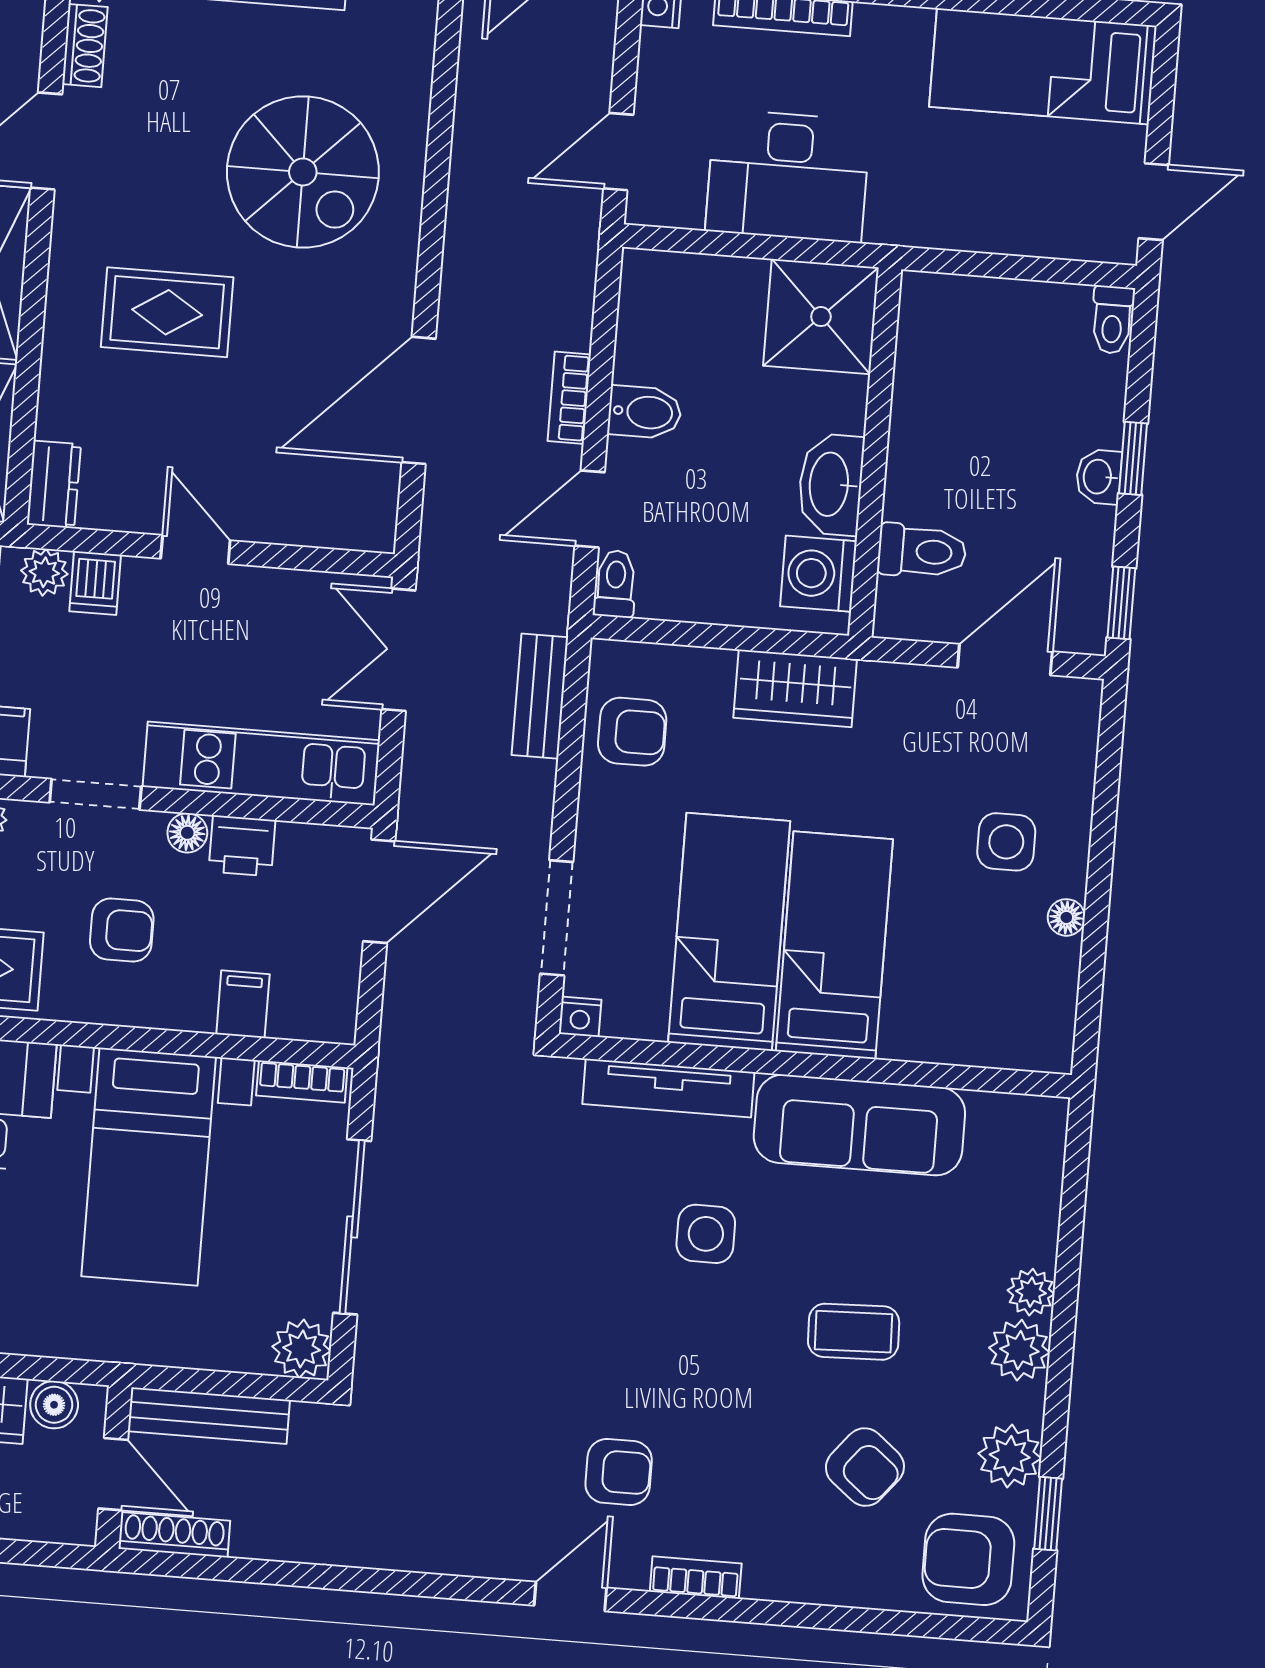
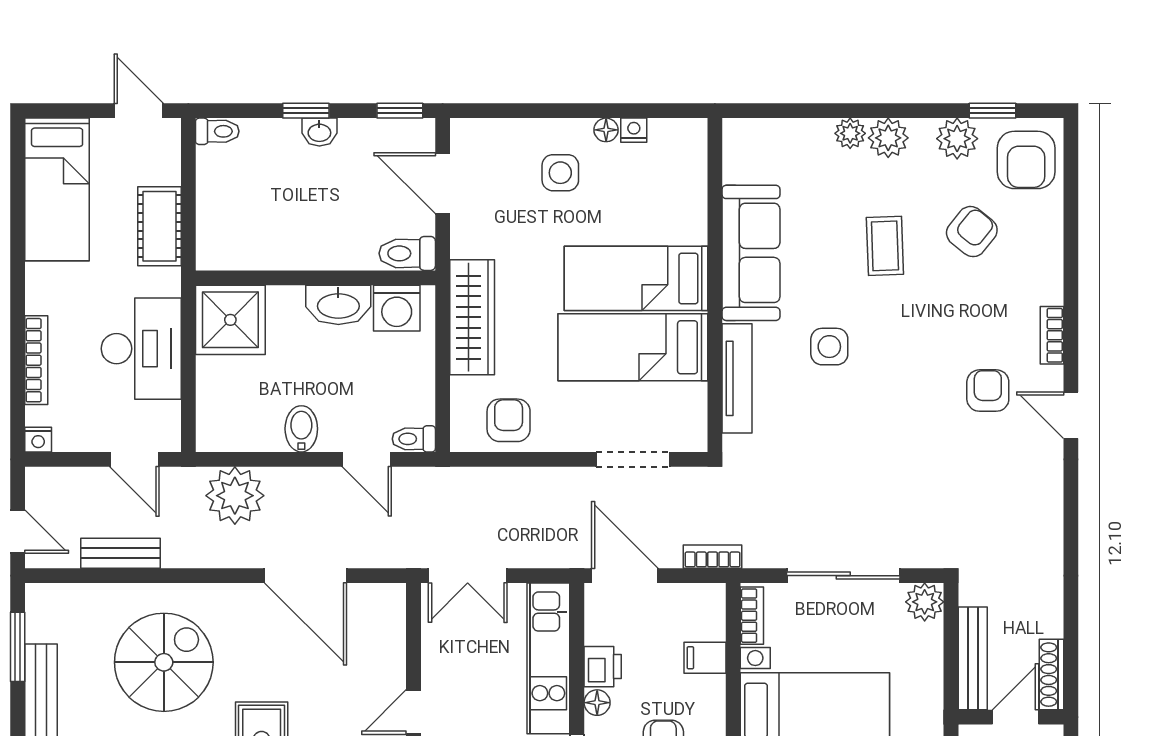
cot: (974, 219) -> (159, 226), added
plant: (550, 302) -> (235, 496), added
bookcase: (569, 398) -> (713, 557), moved, turned 180
toilet: (922, 551) -> (407, 253), moved, turned -90
wardrobe: (795, 688) -> (472, 317), width x1.50
bench: (540, 696) -> (120, 553), moved
nightstand: (580, 1017) -> (634, 130), moved, turned -90

